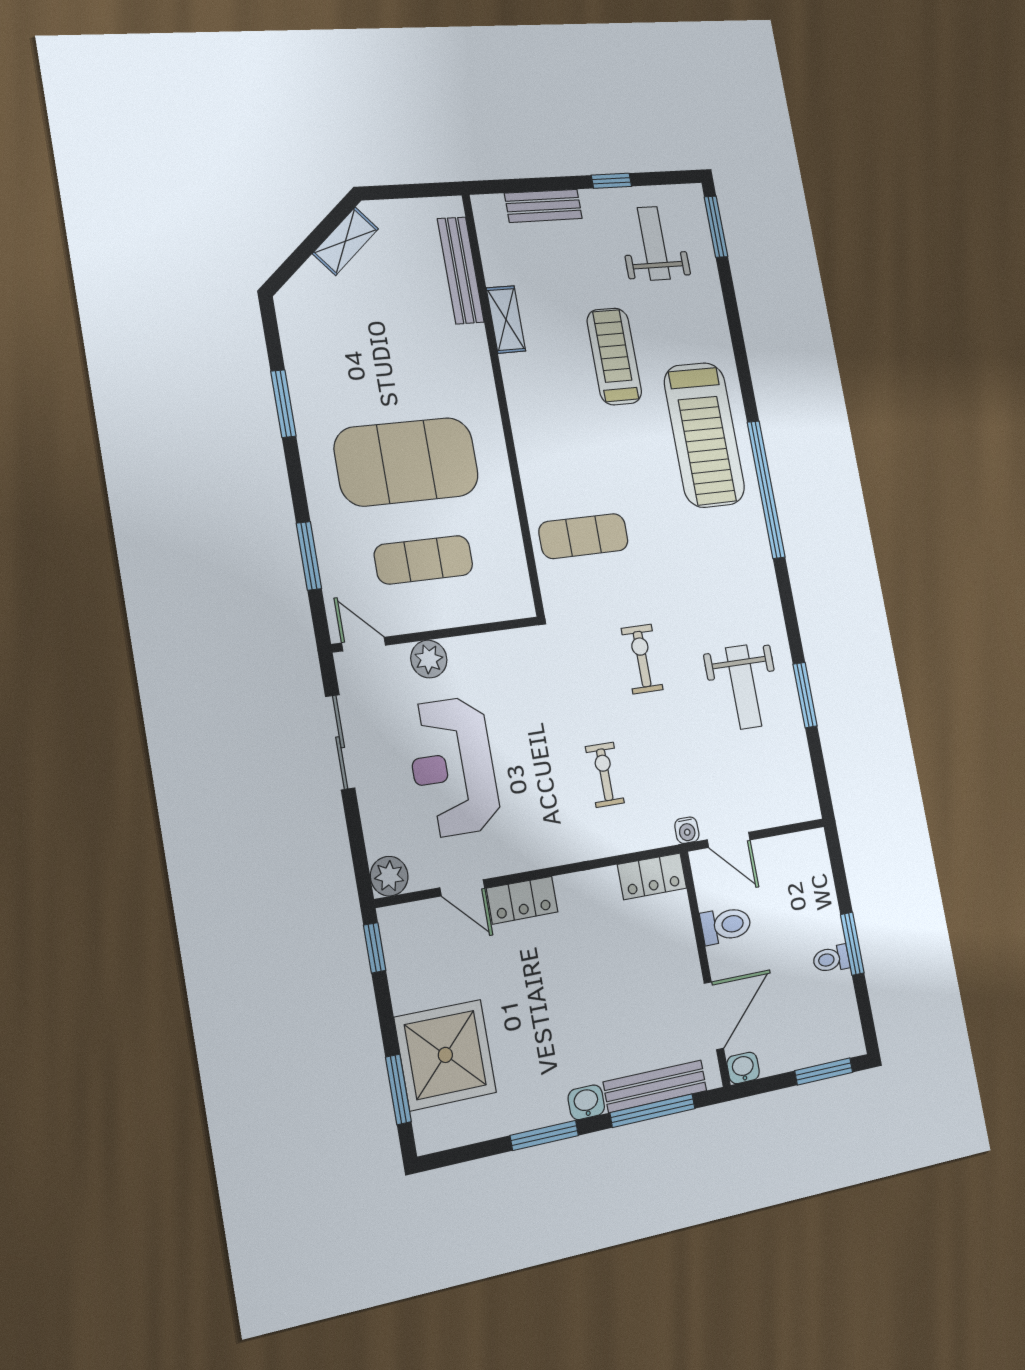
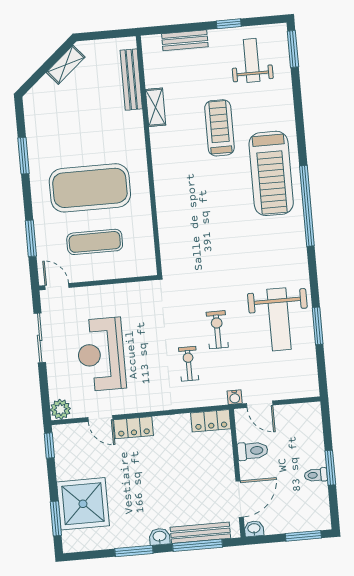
exercise mat: (584, 536) -> (190, 231), removed
plant: (429, 659) -> (93, 296), removed
exercise bike: (642, 659) -> (217, 330), moved
weight bench: (744, 687) -> (279, 319), width x1.36, depth x1.33

